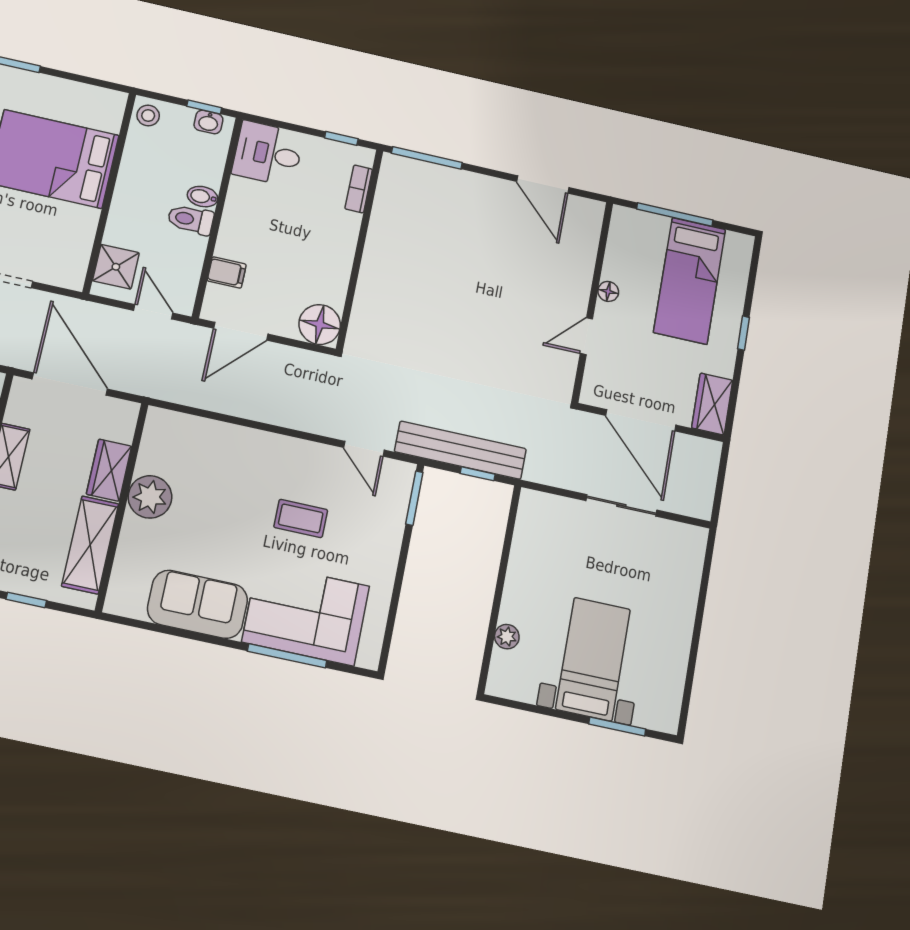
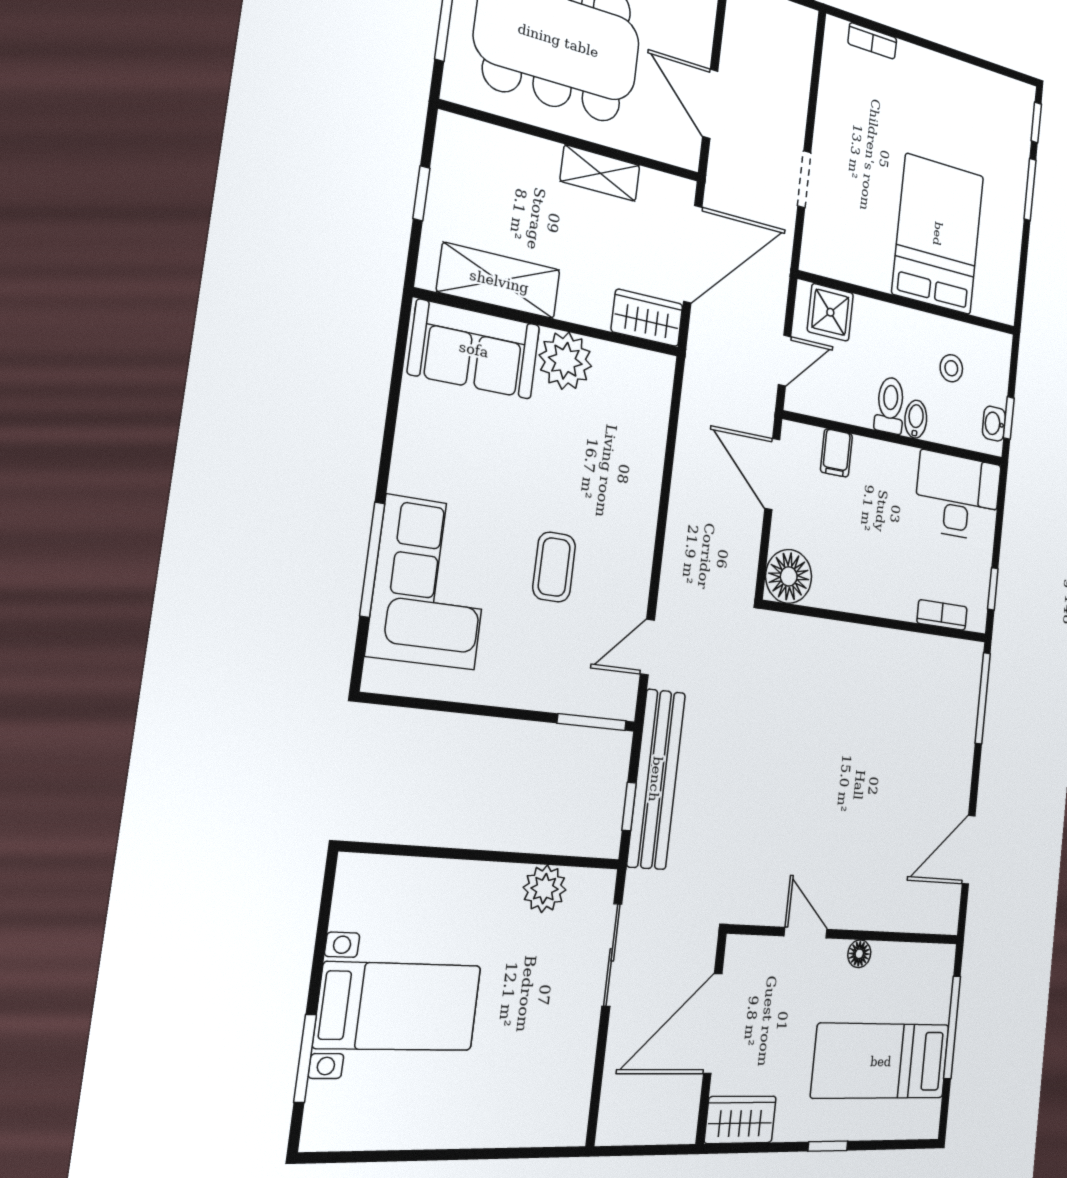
stool: (148, 116) -> (951, 368), moved
desk: (268, 154) -> (958, 496), width x1.37
wardrobe: (109, 470) -> (647, 318), moved
sliding door: (621, 505) -> (612, 955), moved
sofa: (197, 604) -> (474, 349), moved, turned 90
plant: (507, 637) -> (545, 889), moved, width x1.38, depth x1.38

